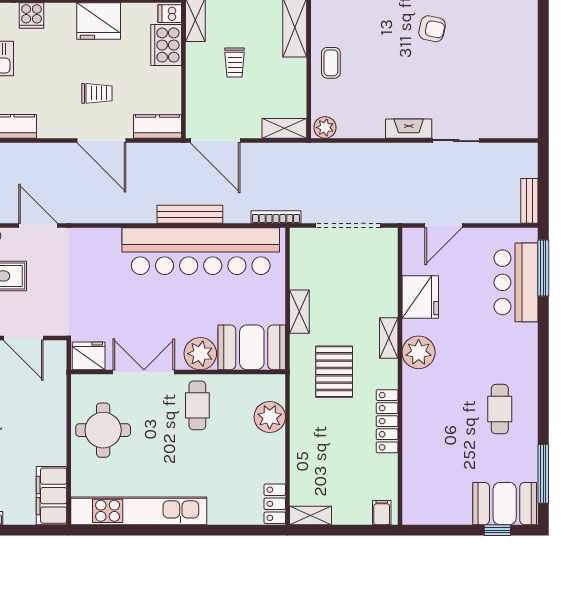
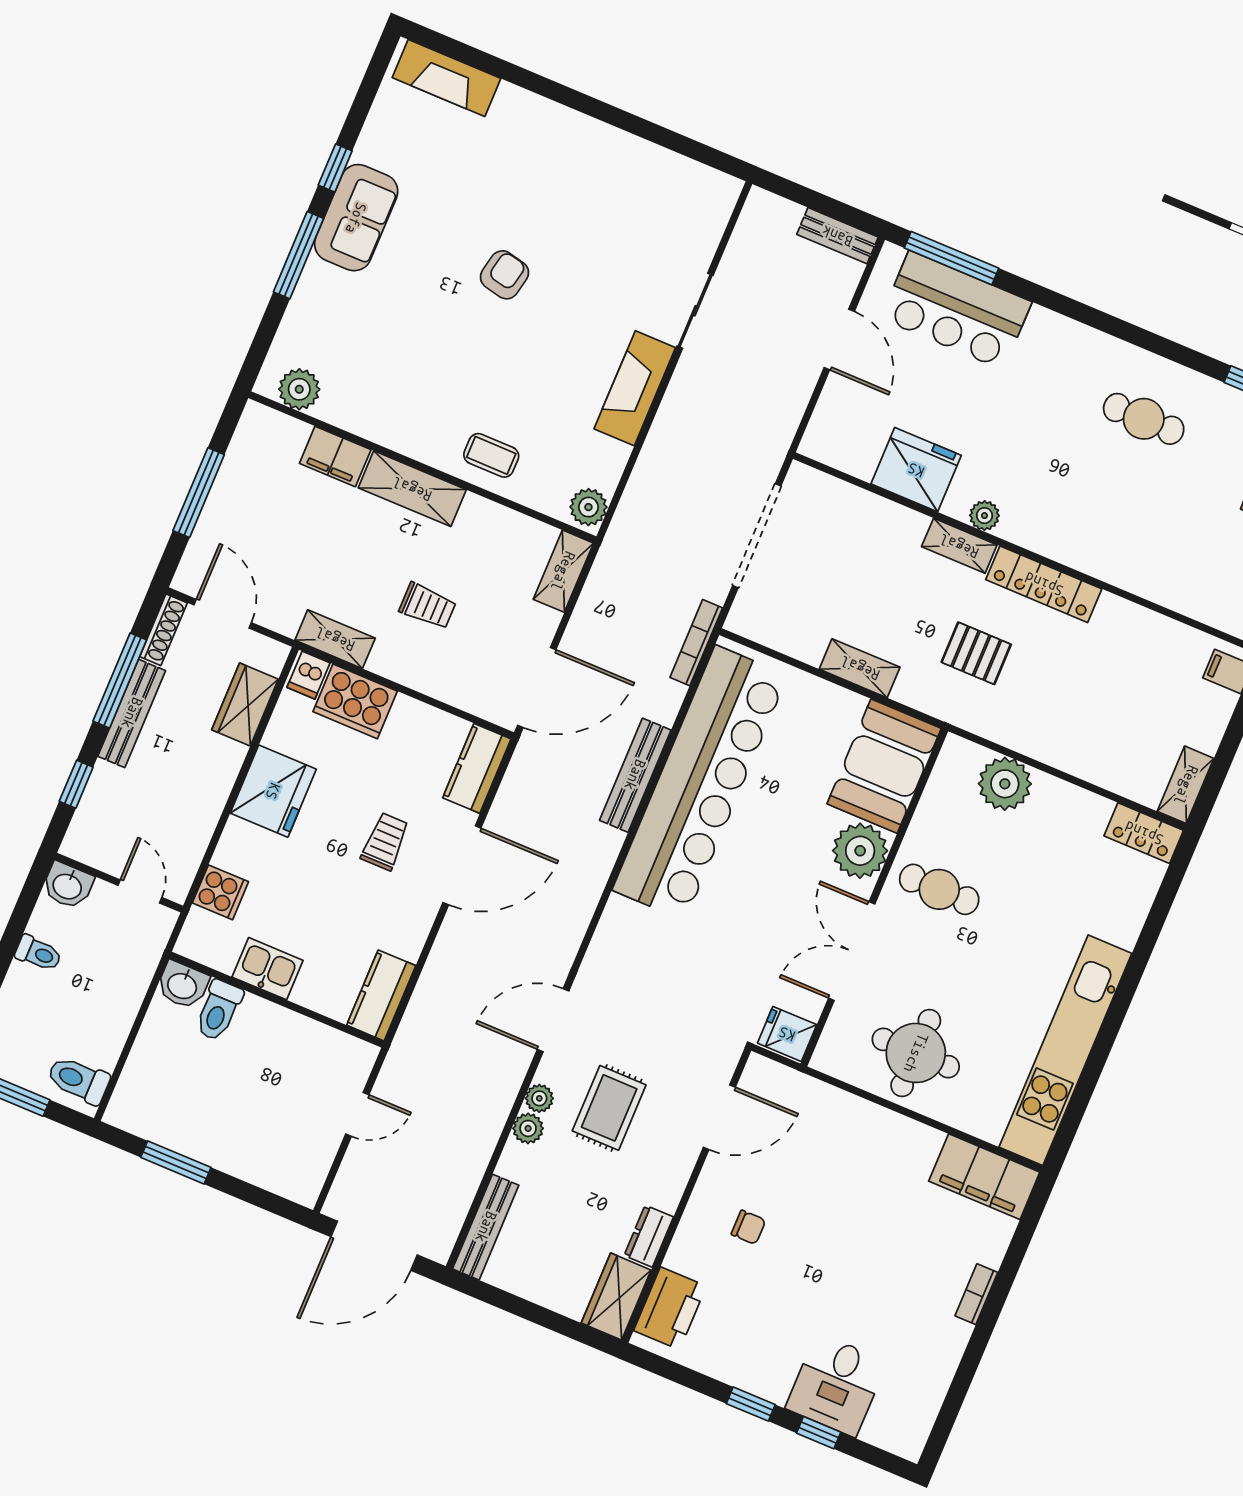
fireplace: (409, 129) -> (635, 388), width x1.37, depth x1.32
door: (444, 225) -> (839, 340), moved
plant: (419, 352) -> (984, 516), width x0.53, depth x0.53
fridge: (89, 356) -> (787, 1034), width x0.72
pallet: (334, 372) -> (976, 653), width x0.67, depth x0.71
locker: (387, 421) -> (1044, 584), moved

